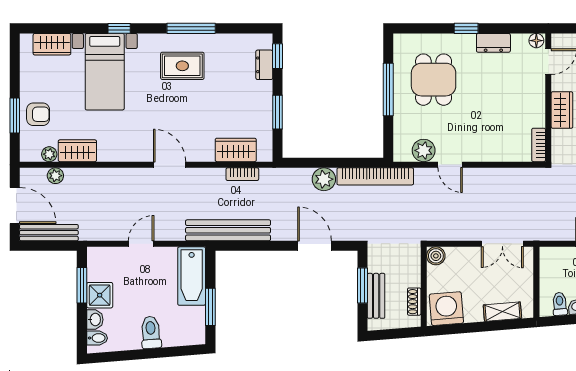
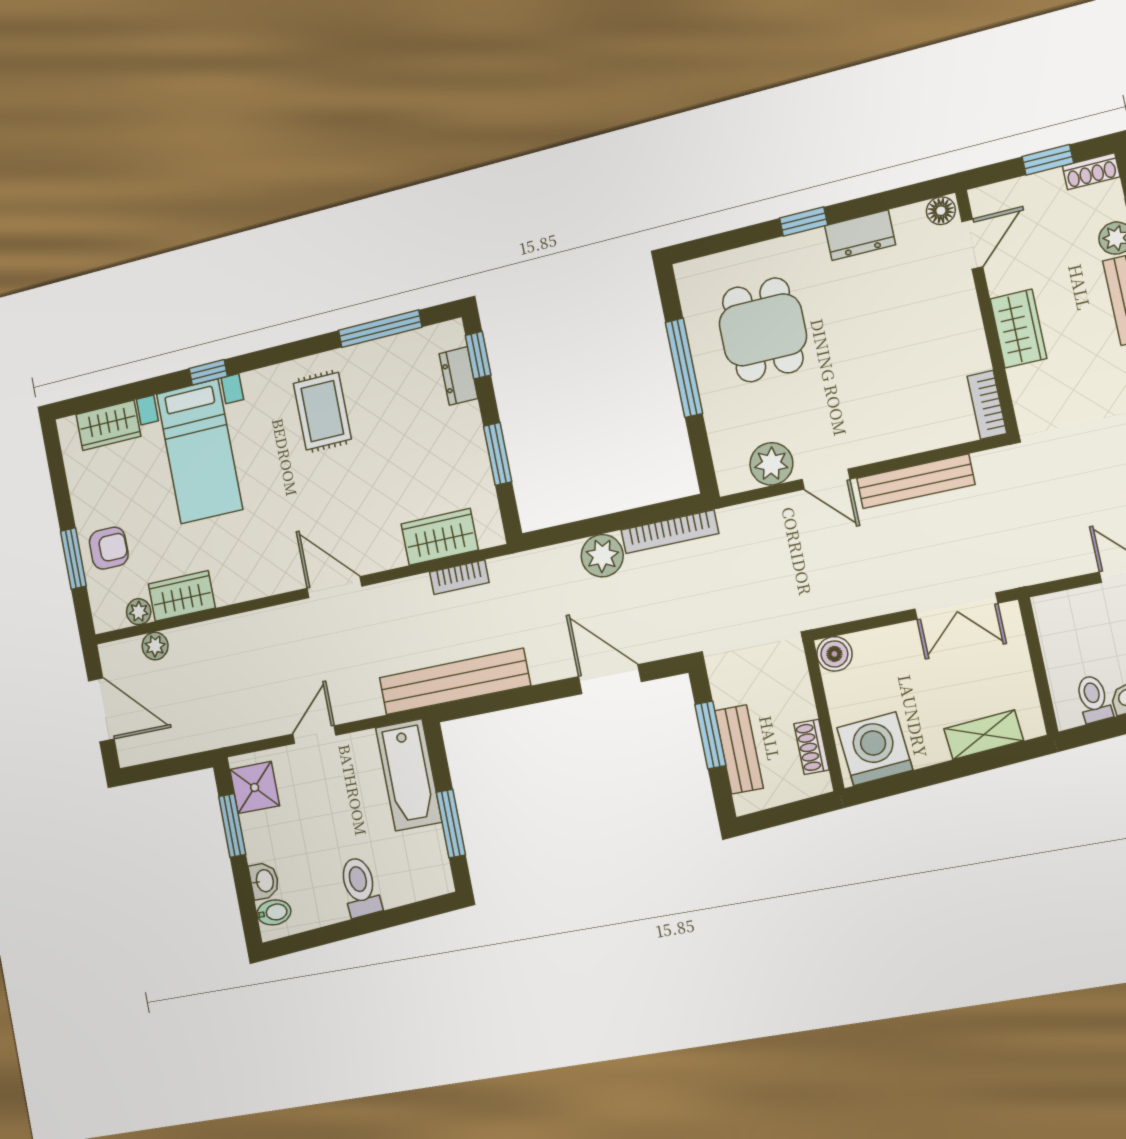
window: (191, 28) -> (380, 329), moved
rug: (182, 66) -> (322, 411), turned 90
bookcase: (375, 176) -> (670, 532), width x0.68, depth x0.76
bench: (49, 233) -> (916, 481), moved
shower: (100, 295) -> (255, 787), moved

